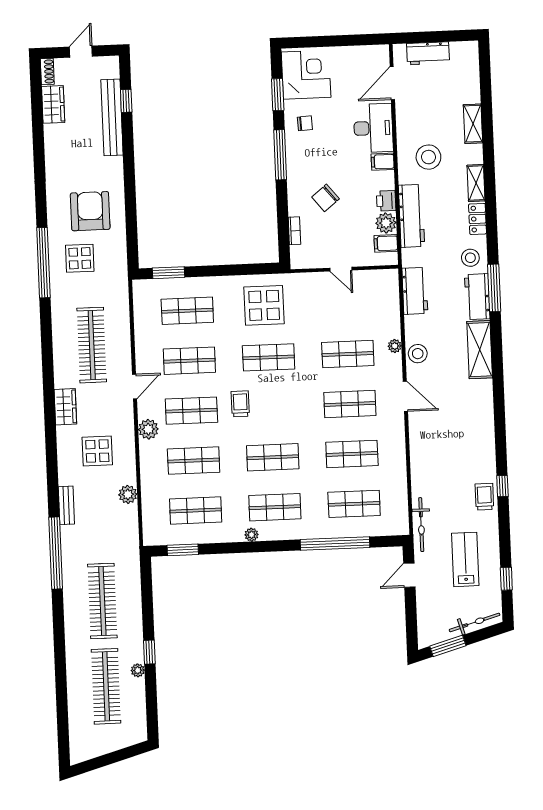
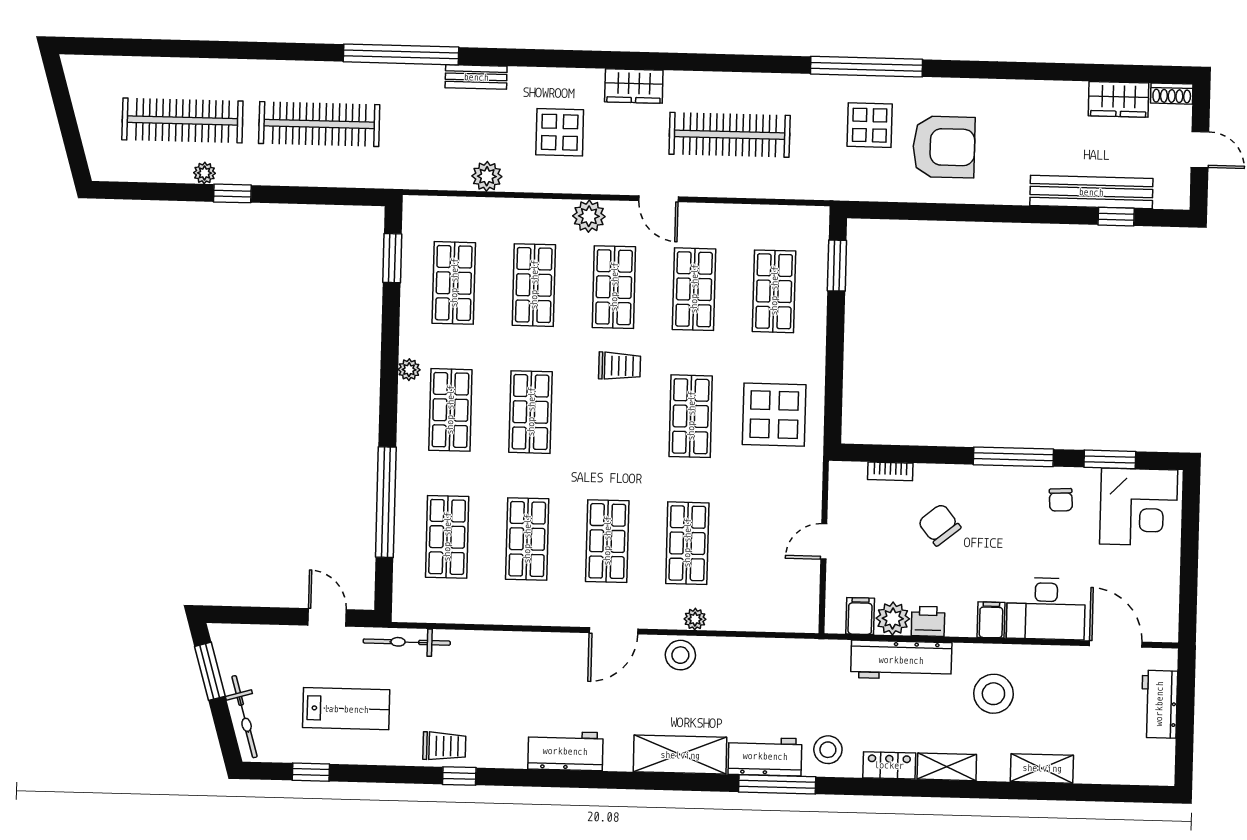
workbench: (415, 291) -> (565, 751), moved, turned 180

